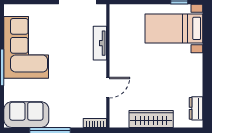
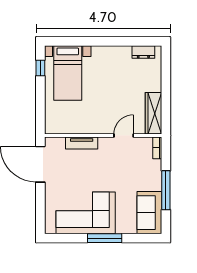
door: (108, 88) -> (124, 135), hinge flipped
wardrobe: (151, 119) -> (153, 113), moved

